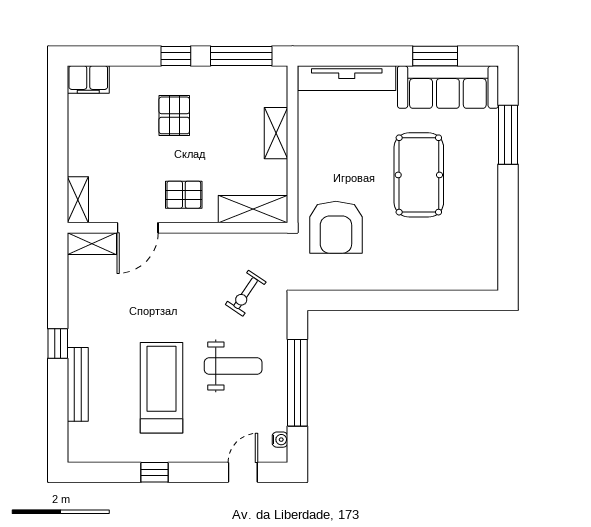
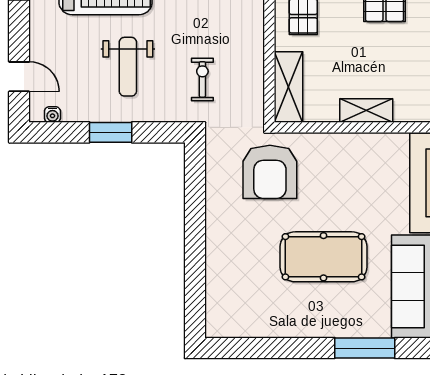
armchair: (336, 227) -> (270, 172), turned -90
exercise bike: (246, 293) -> (202, 79), turned 56
window: (297, 383) -> (111, 132), width x0.47

